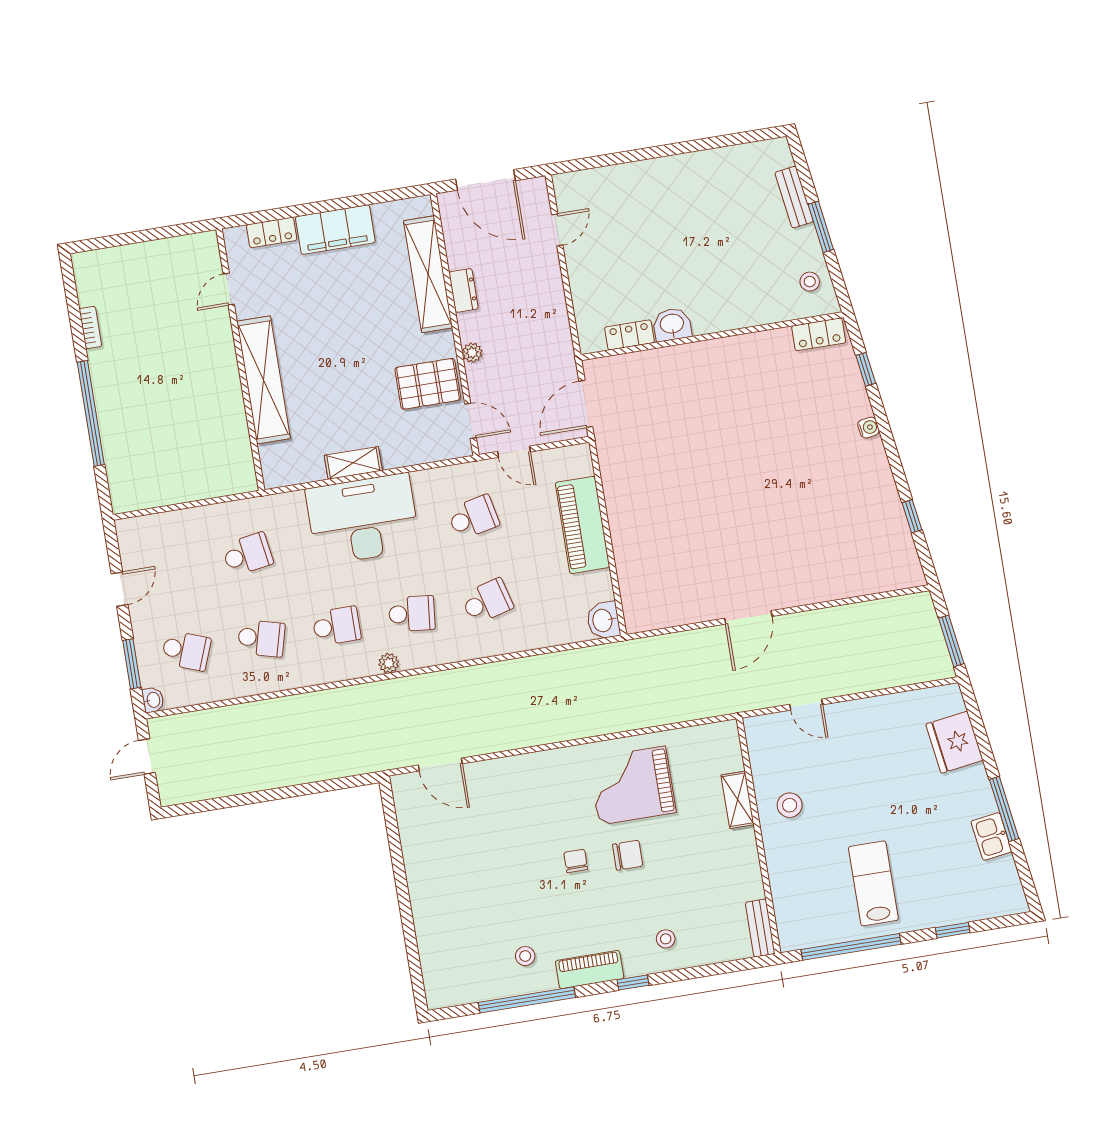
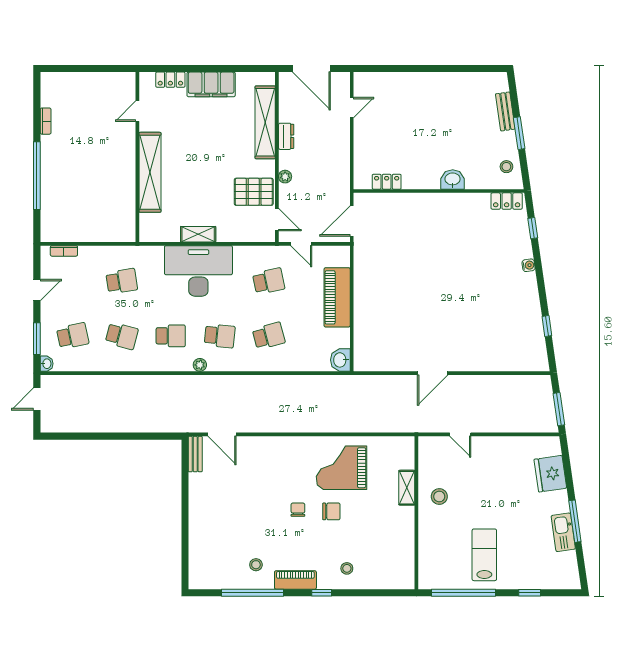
washbasin: (672, 324) -> (453, 180), moved
bookcase: (151, 522) -> (64, 251), added
school desk: (186, 651) -> (73, 336), turned -33
kitchen sink: (991, 836) -> (563, 532), width x1.38
bench: (760, 928) -> (195, 454), moved

